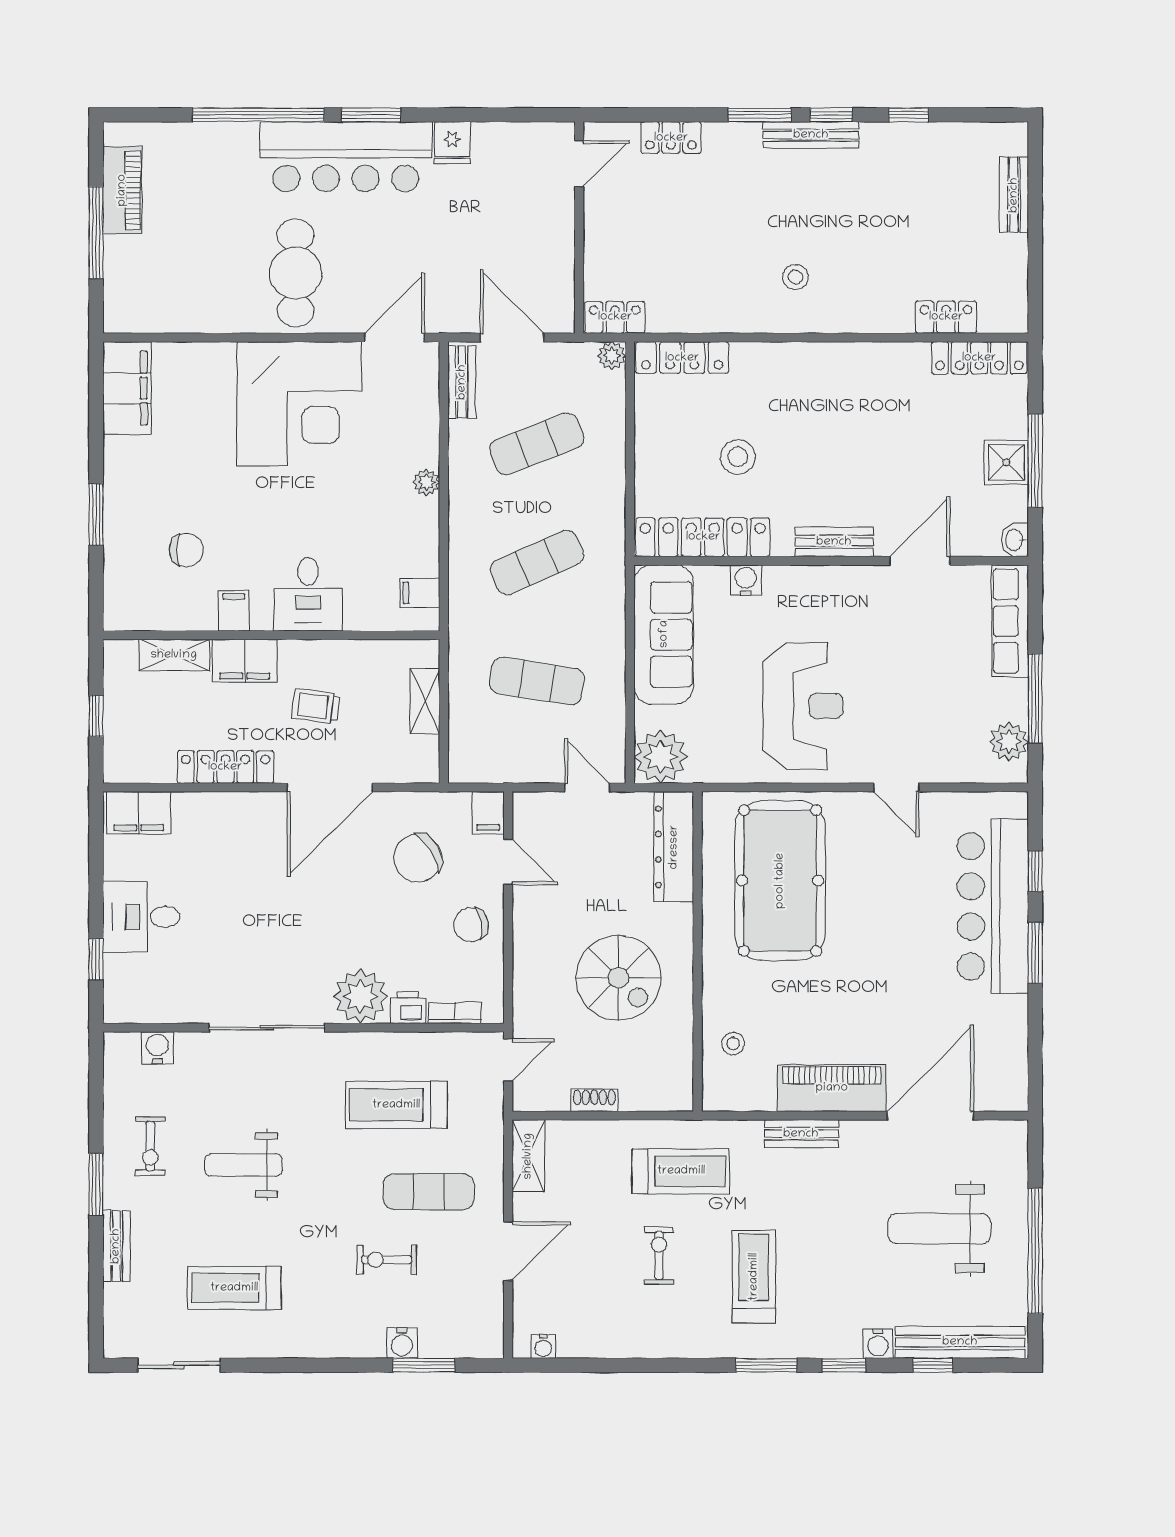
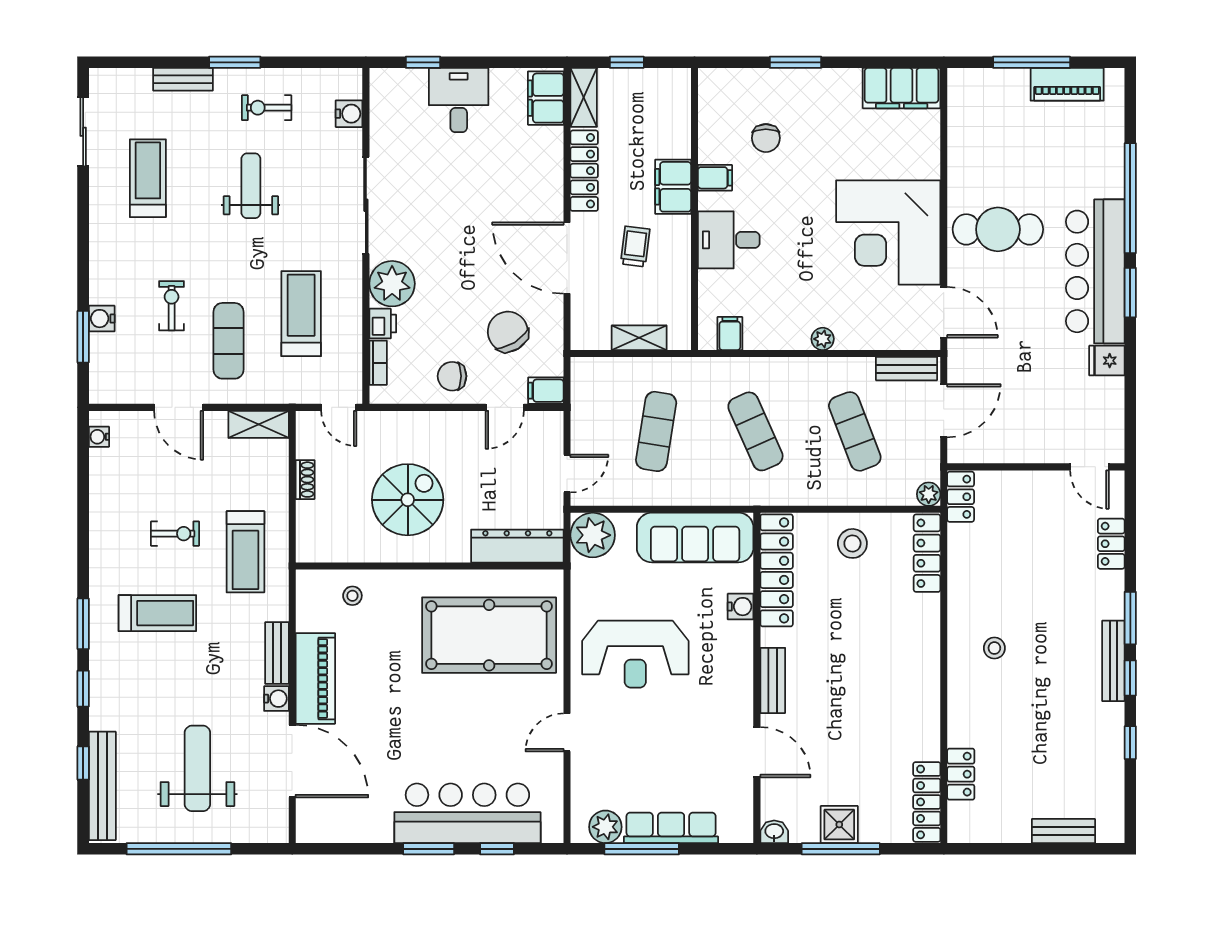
stool: (738, 457) -> (852, 543), moved
row of seats: (1010, 621) -> (671, 828), moved
shelving: (174, 655) -> (584, 97), moved
chair: (471, 925) -> (452, 376), turned -79
spiral stairs: (618, 978) -> (408, 500), turned 180
water cooler: (878, 1344) -> (276, 699), moved, turned 180

